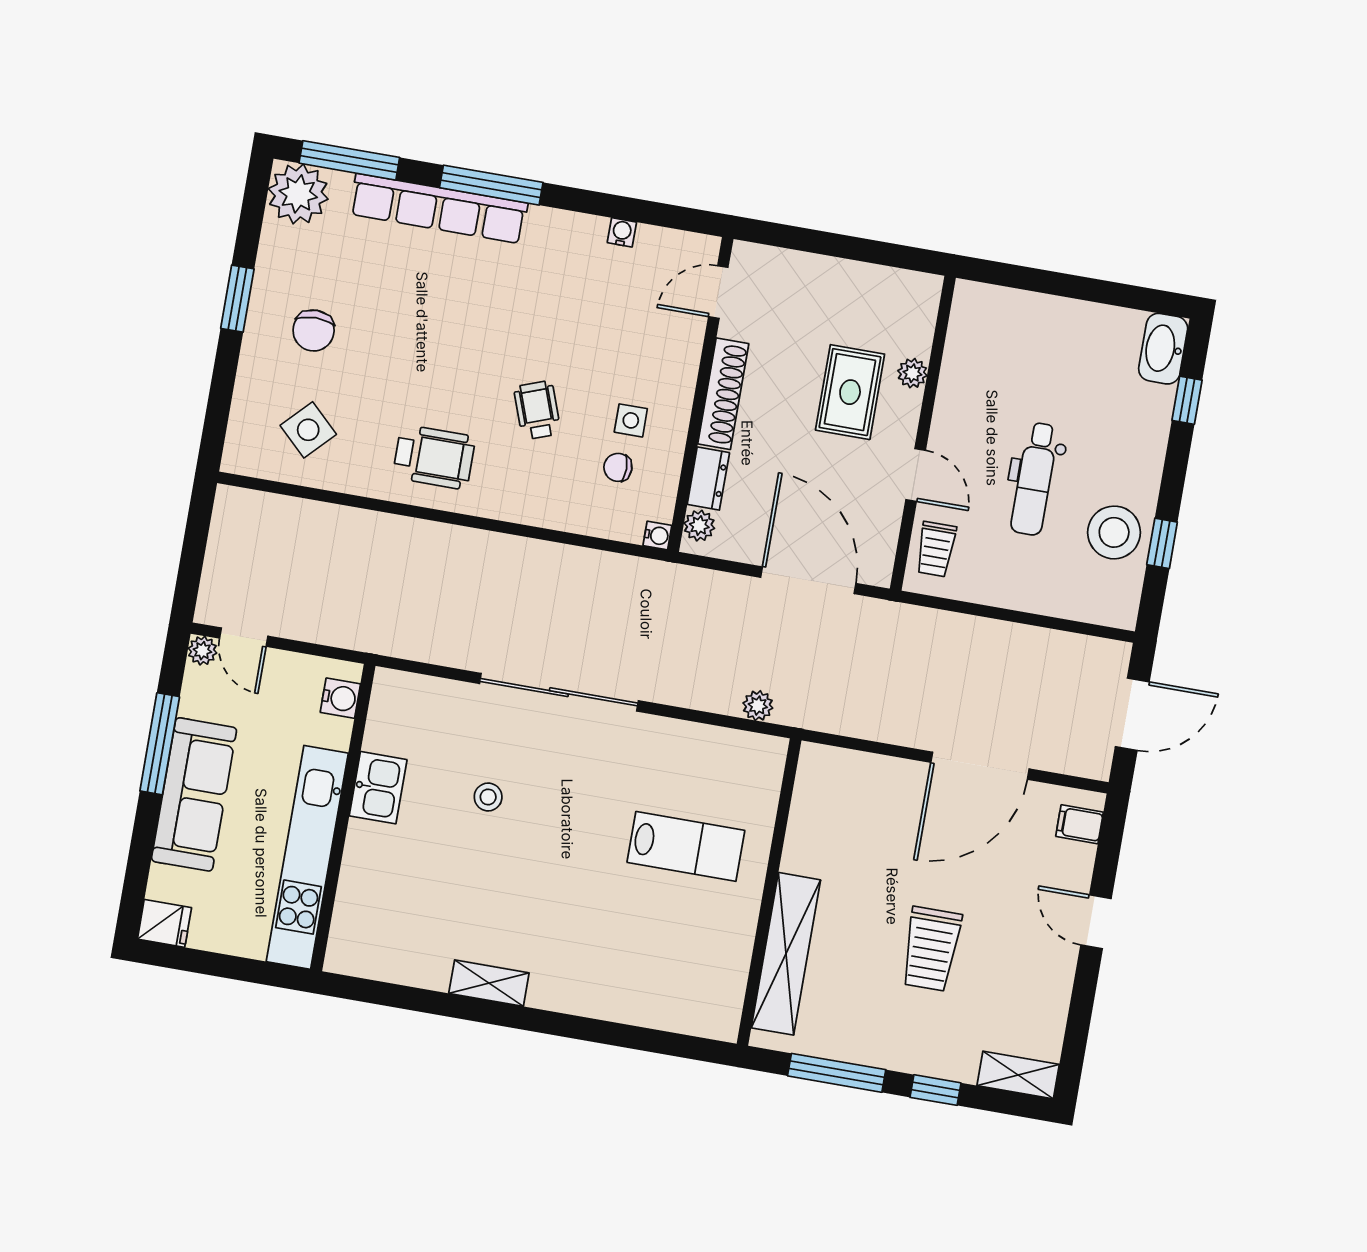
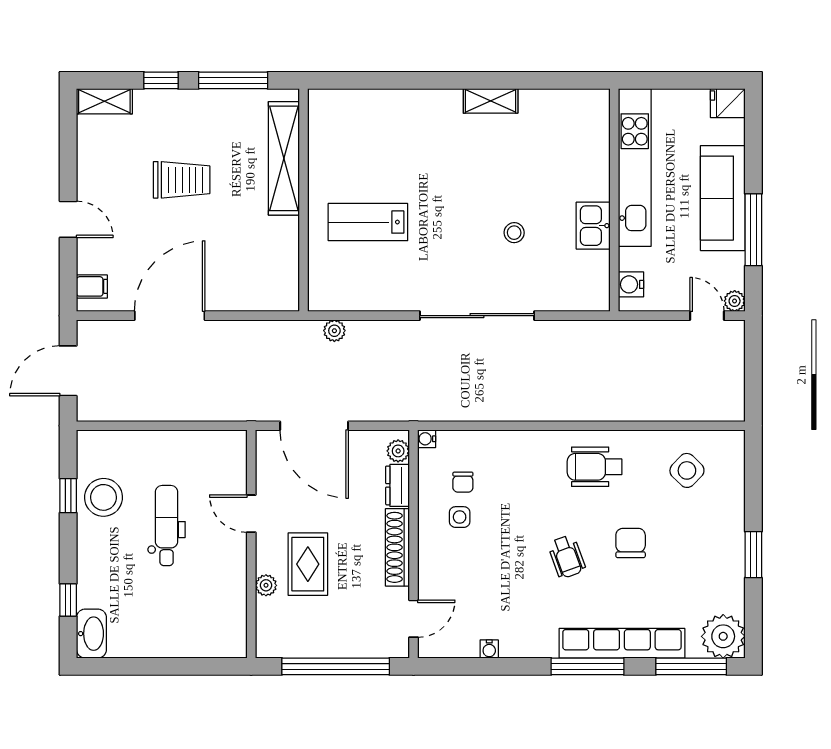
window: (836, 245) -> (336, 666), added
chair: (314, 330) -> (631, 543), moved
wheelchair: (537, 410) -> (567, 557), moved
chair: (618, 467) -> (463, 482), turned 90
trolley: (936, 549) -> (228, 464), removed
trolley: (931, 949) -> (182, 180), turned 90

